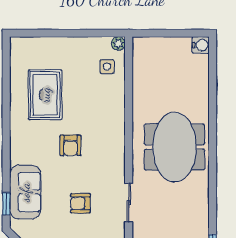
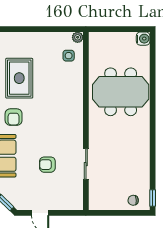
armchair: (70, 145) -> (14, 117), moved
meeting table: (174, 147) -> (121, 92), moved, turned 90

